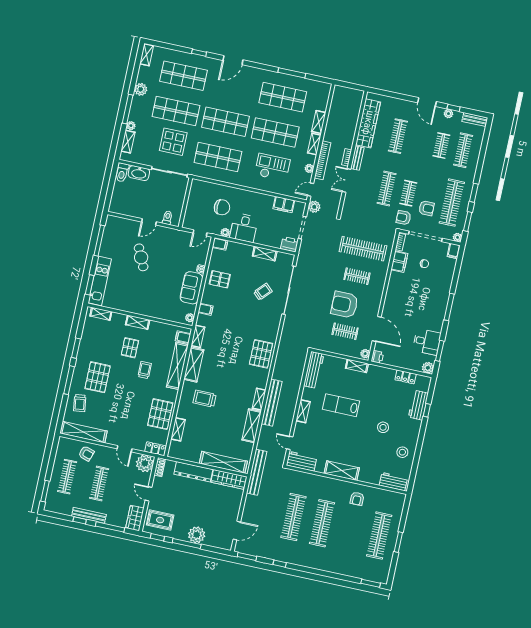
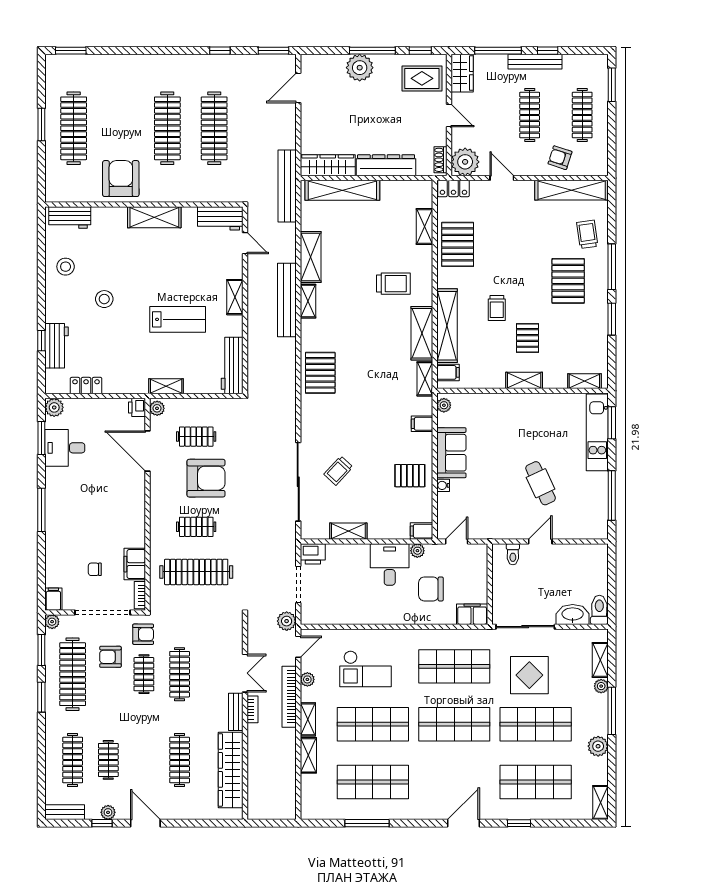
filing cabinet: (284, 205) -> (472, 614), moved
armchair: (357, 499) -> (121, 179), width x1.88, depth x1.88

